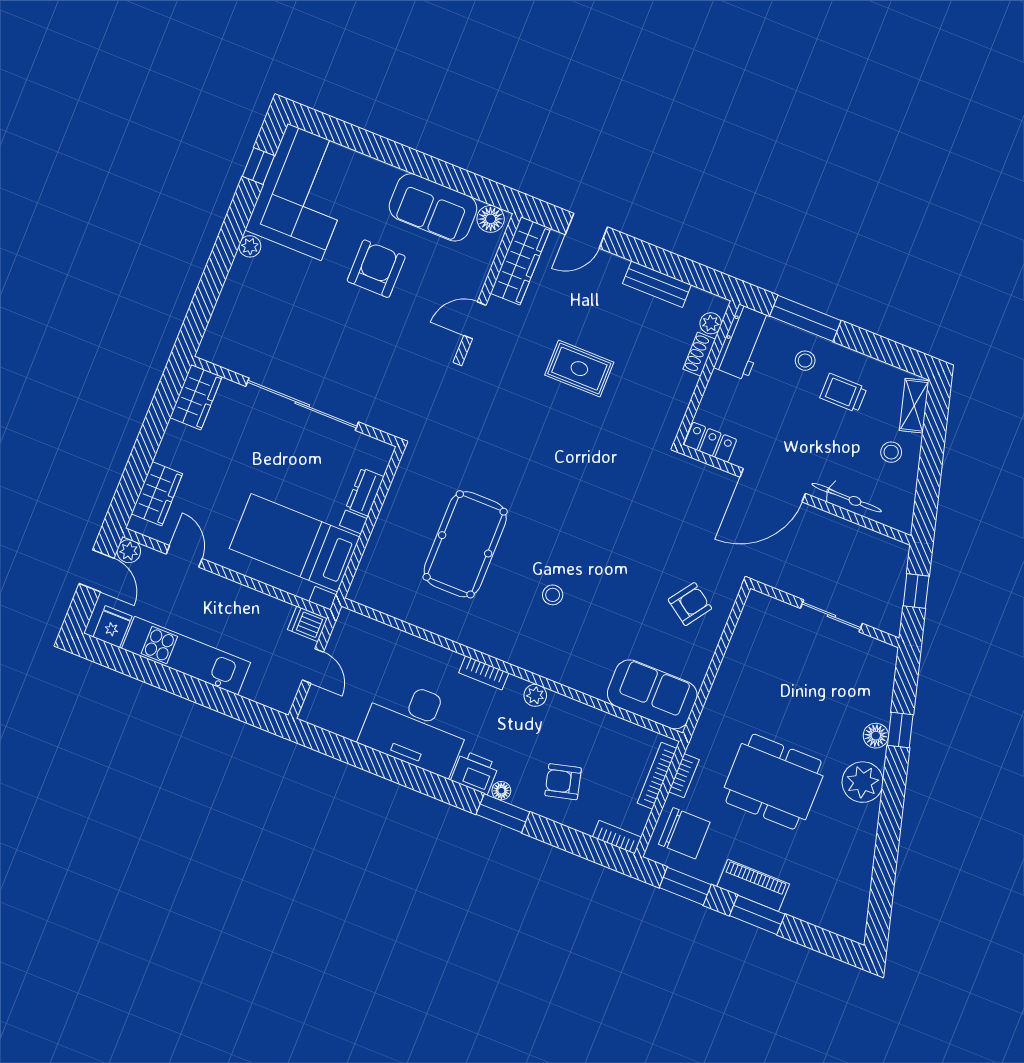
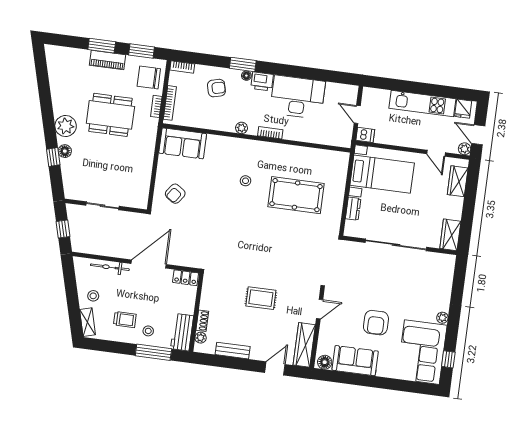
pool table: (465, 544) -> (296, 195), turned 90

